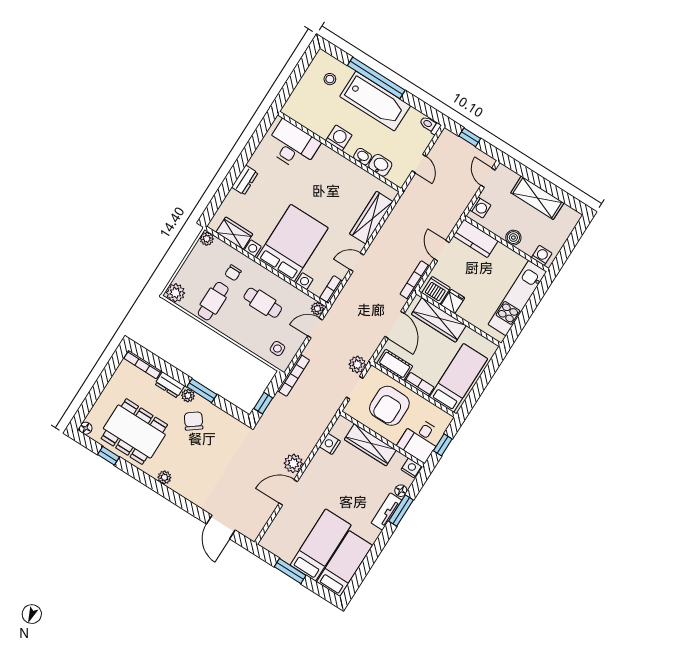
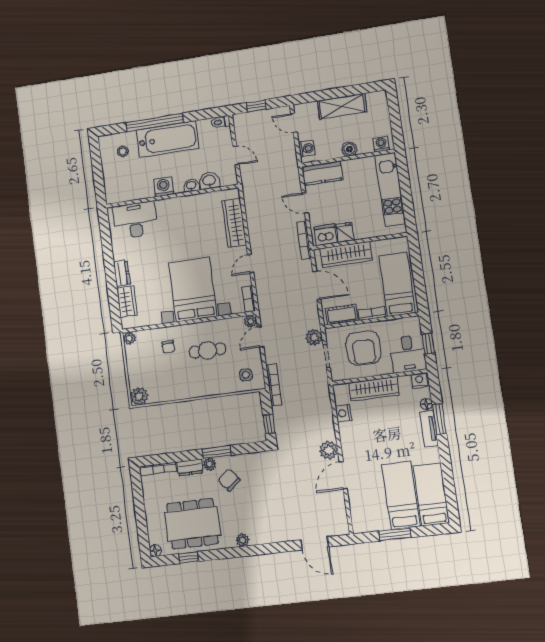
wardrobe: (234, 233) -> (127, 302), moved, turned 90
cafe table: (213, 301) -> (171, 379), removed

